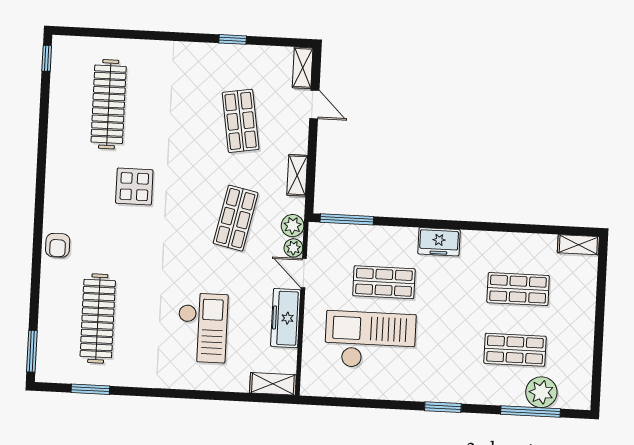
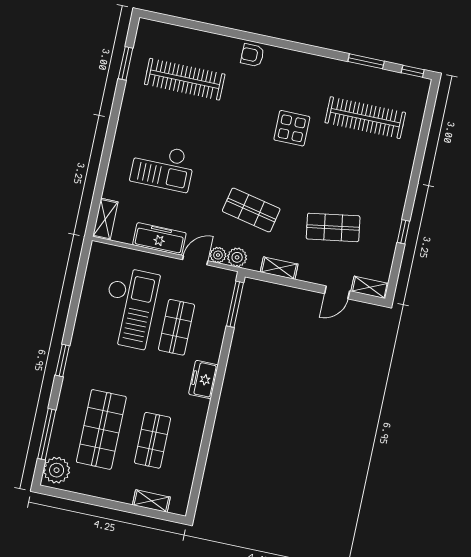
shelving: (578, 245) -> (151, 501), moved, turned 90
shop shelf: (515, 350) -> (101, 429), width x1.43, depth x1.36
window: (32, 351) -> (366, 61), moved
plant: (541, 392) -> (57, 470), moved

